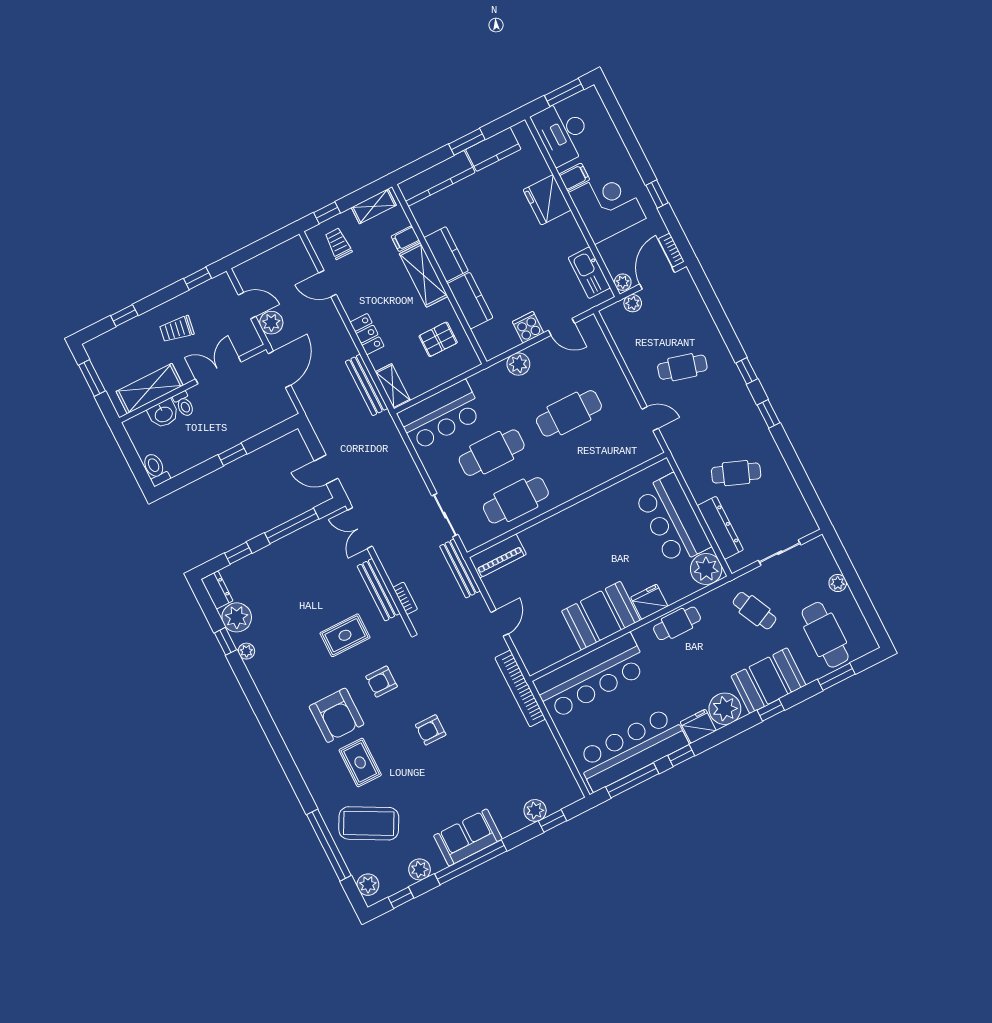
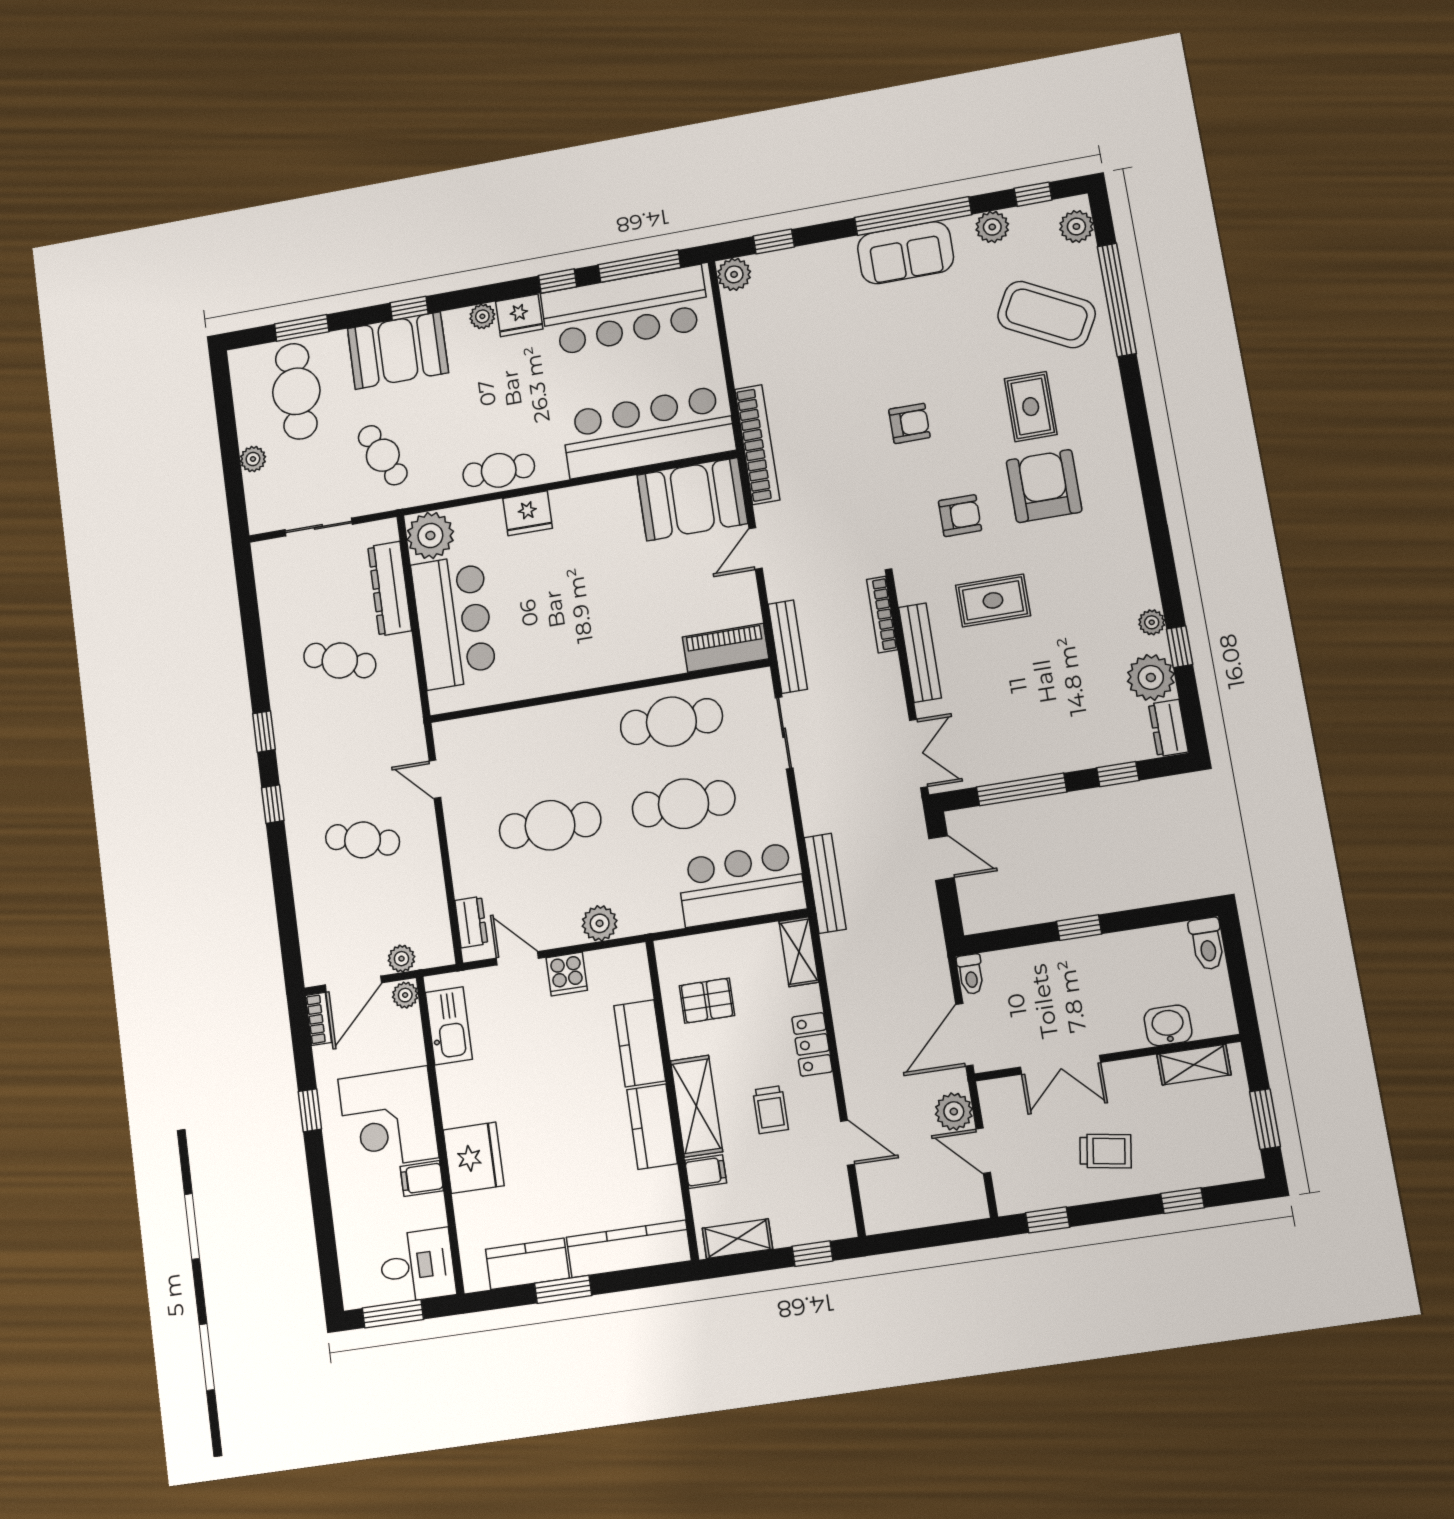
desk: (563, 132) -> (417, 1266), width x0.73
trolley: (338, 244) -> (770, 1110), moved
dresser: (597, 339) -> (471, 922), added
bench: (367, 385) -> (825, 883), moved
shelving: (150, 388) -> (1194, 1065), width x0.67, depth x0.75
toilet: (184, 404) -> (971, 974), moved, turned 180
bookcase: (405, 598) -> (882, 615), width x1.56
booth: (601, 616) -> (692, 499), moved
plant: (725, 709) -> (482, 316), width x0.53, depth x0.53
plant: (535, 810) -> (734, 274), moved

